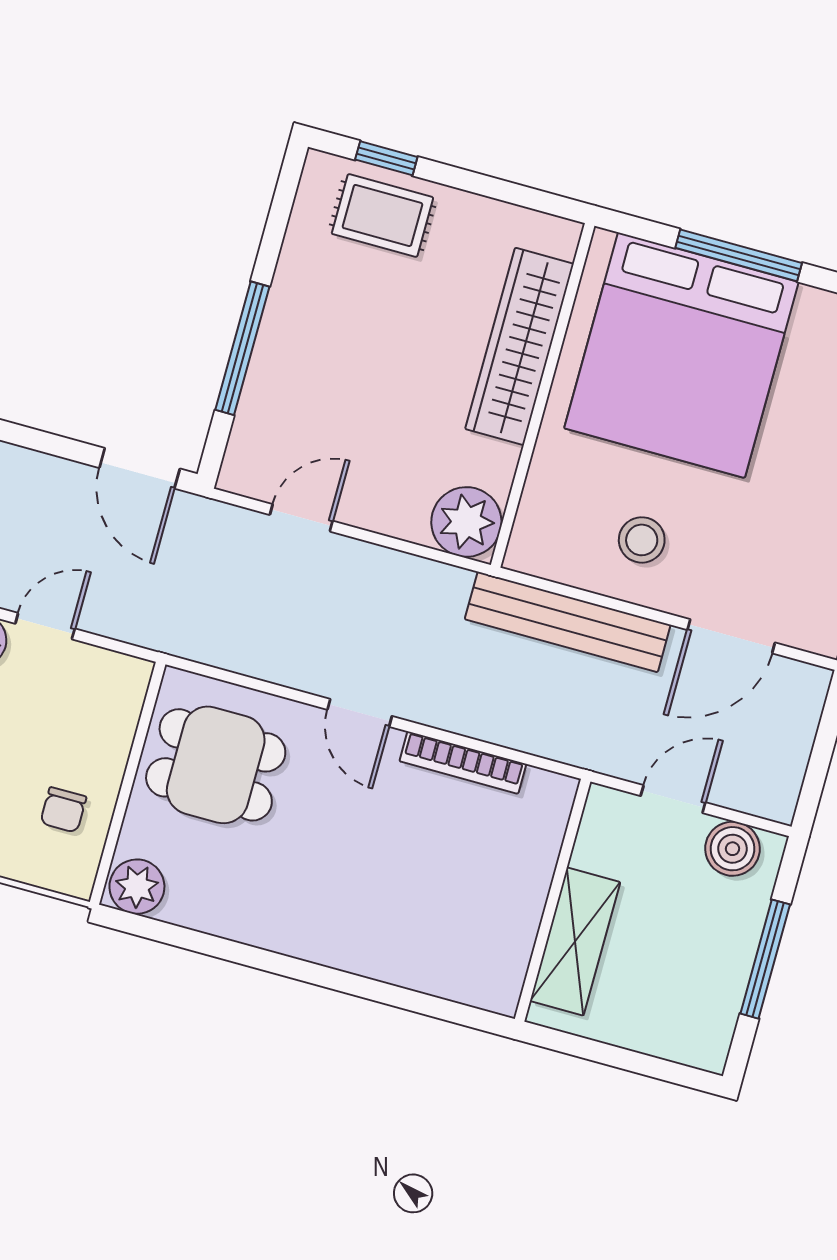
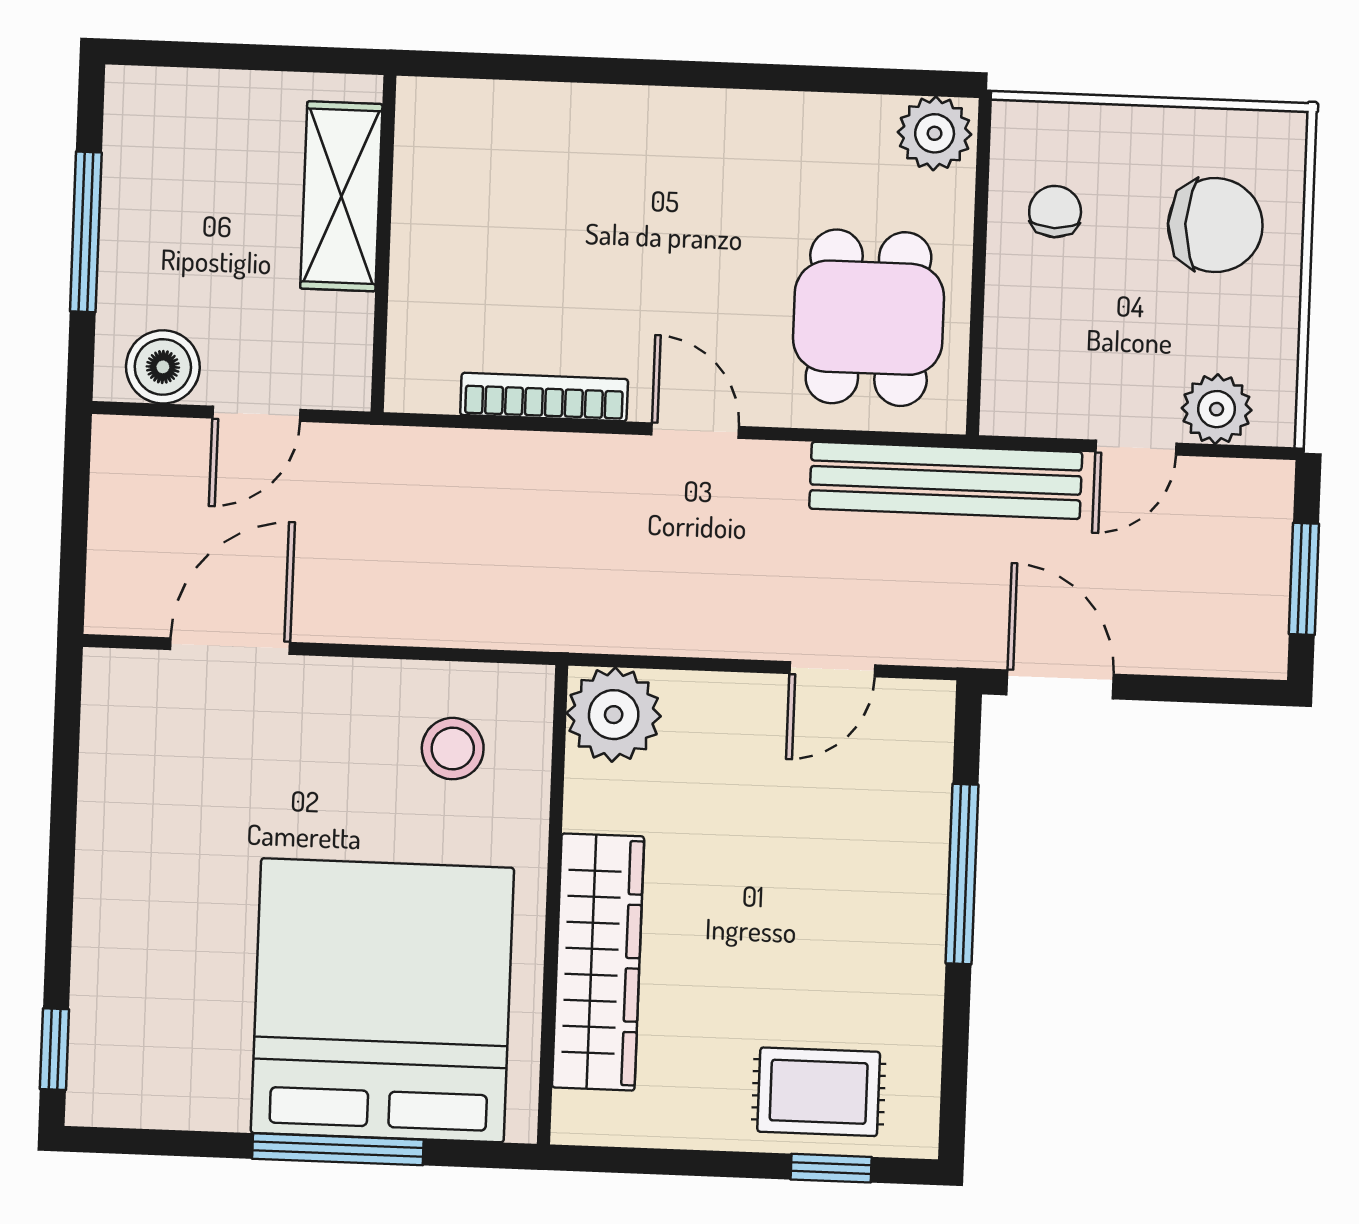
stool: (642, 540) -> (453, 749), moved
bench: (568, 622) -> (946, 480), moved
dining table: (216, 765) -> (868, 318), turned 90

